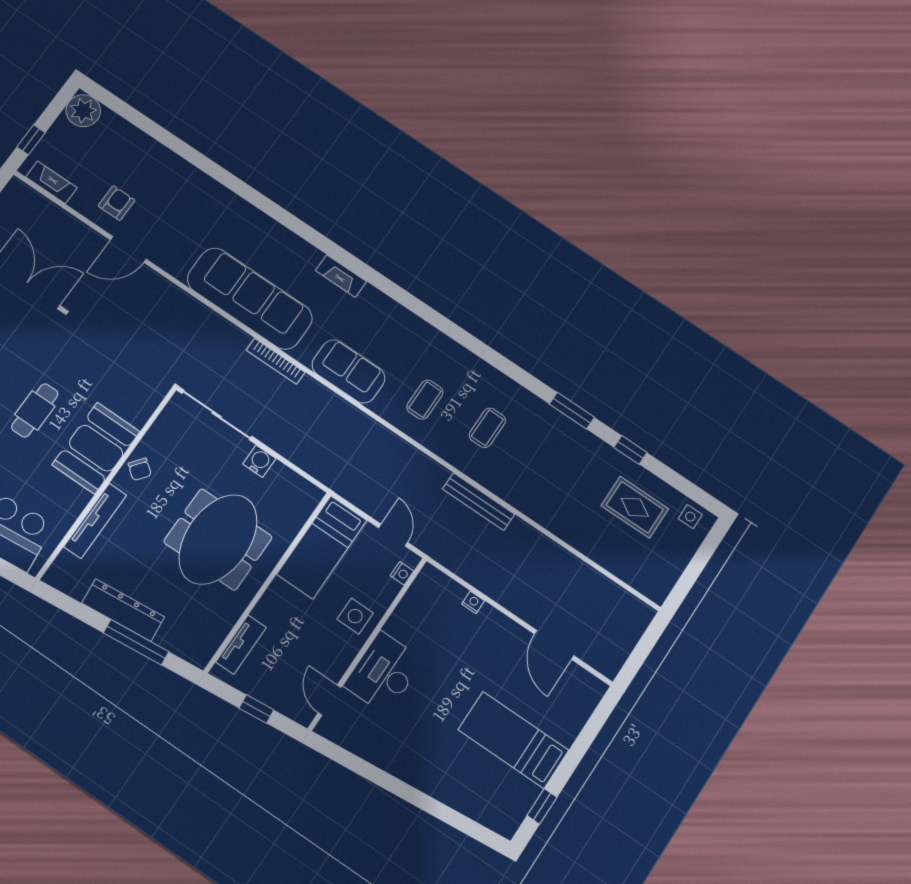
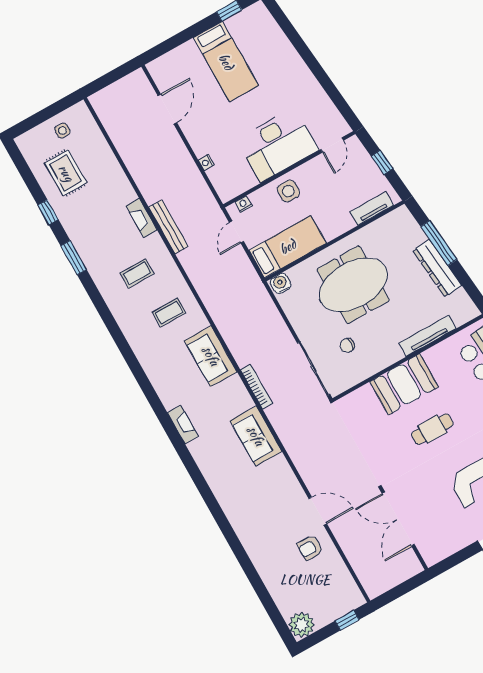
fireplace: (51, 182) -> (142, 218), moved
sofa: (250, 299) -> (256, 436), width x0.54, depth x0.79
water cooler: (259, 461) -> (281, 283), moved, turned 90
chair: (140, 469) -> (347, 345), moved, turned -128
side table: (690, 517) -> (62, 131), moved
desk: (384, 673) -> (278, 145), width x1.36, depth x1.30

